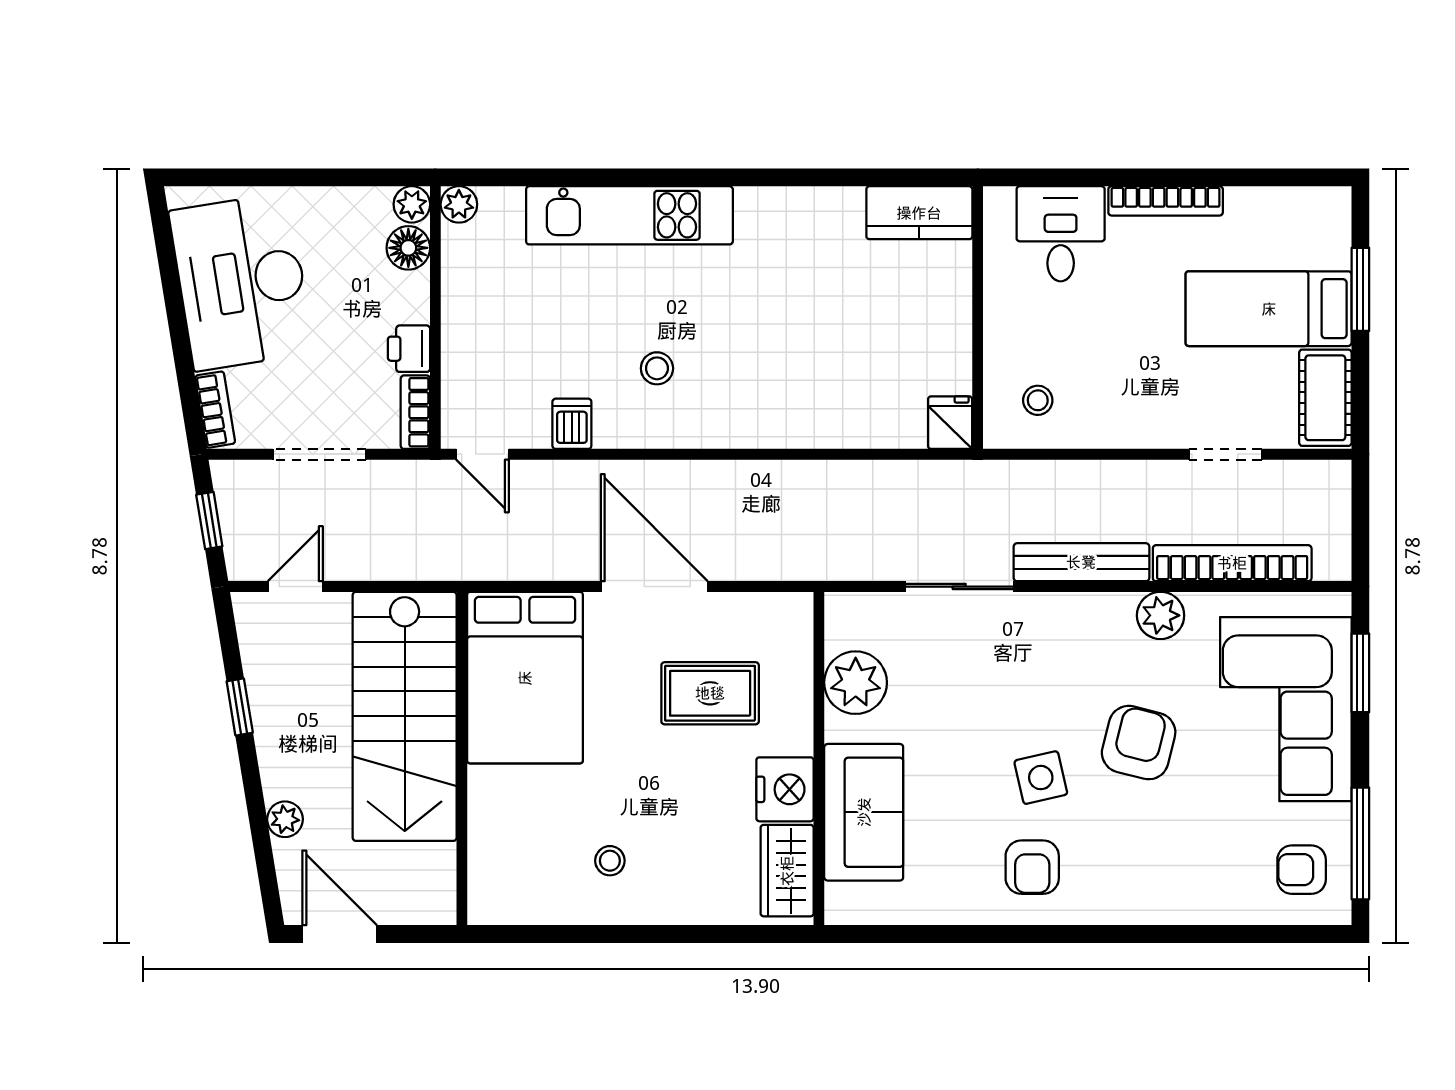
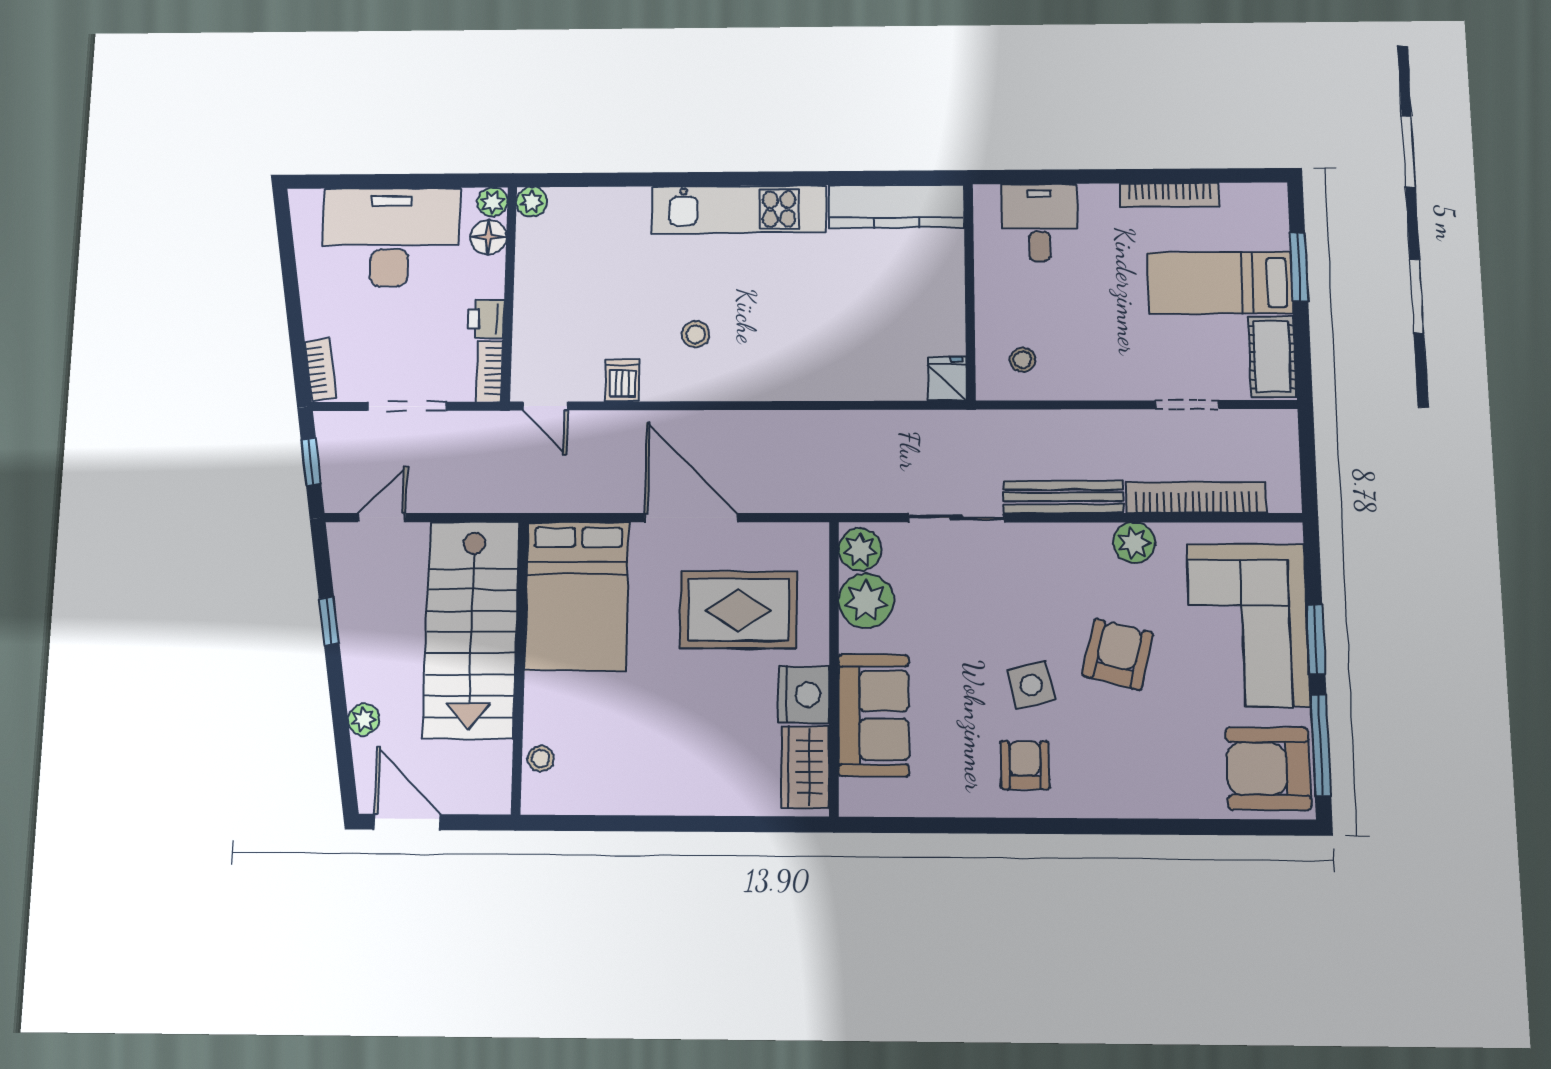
bookcase: (1166, 201) -> (1169, 195), moved
kitchen counter: (919, 213) -> (897, 206), width x1.50
kitchen unit: (629, 215) -> (739, 209), moved
desk: (241, 282) -> (391, 237), moved, turned 99
plant: (849, 623) -> (860, 549), added
window: (1360, 673) -> (1316, 640), moved
rug: (710, 693) -> (738, 610), width x1.36, depth x1.43
stool: (610, 861) -> (541, 758), moved
armchair: (1032, 867) -> (1025, 765), turned 180
armchair: (1302, 870) -> (1268, 769), width x1.88, depth x1.88

